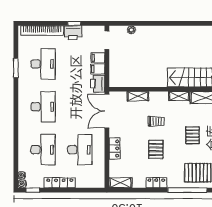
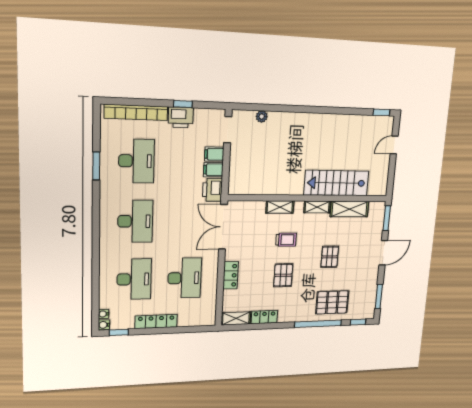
shelving: (138, 96) -> (280, 207), moved
locker: (156, 183) -> (264, 317), moved

